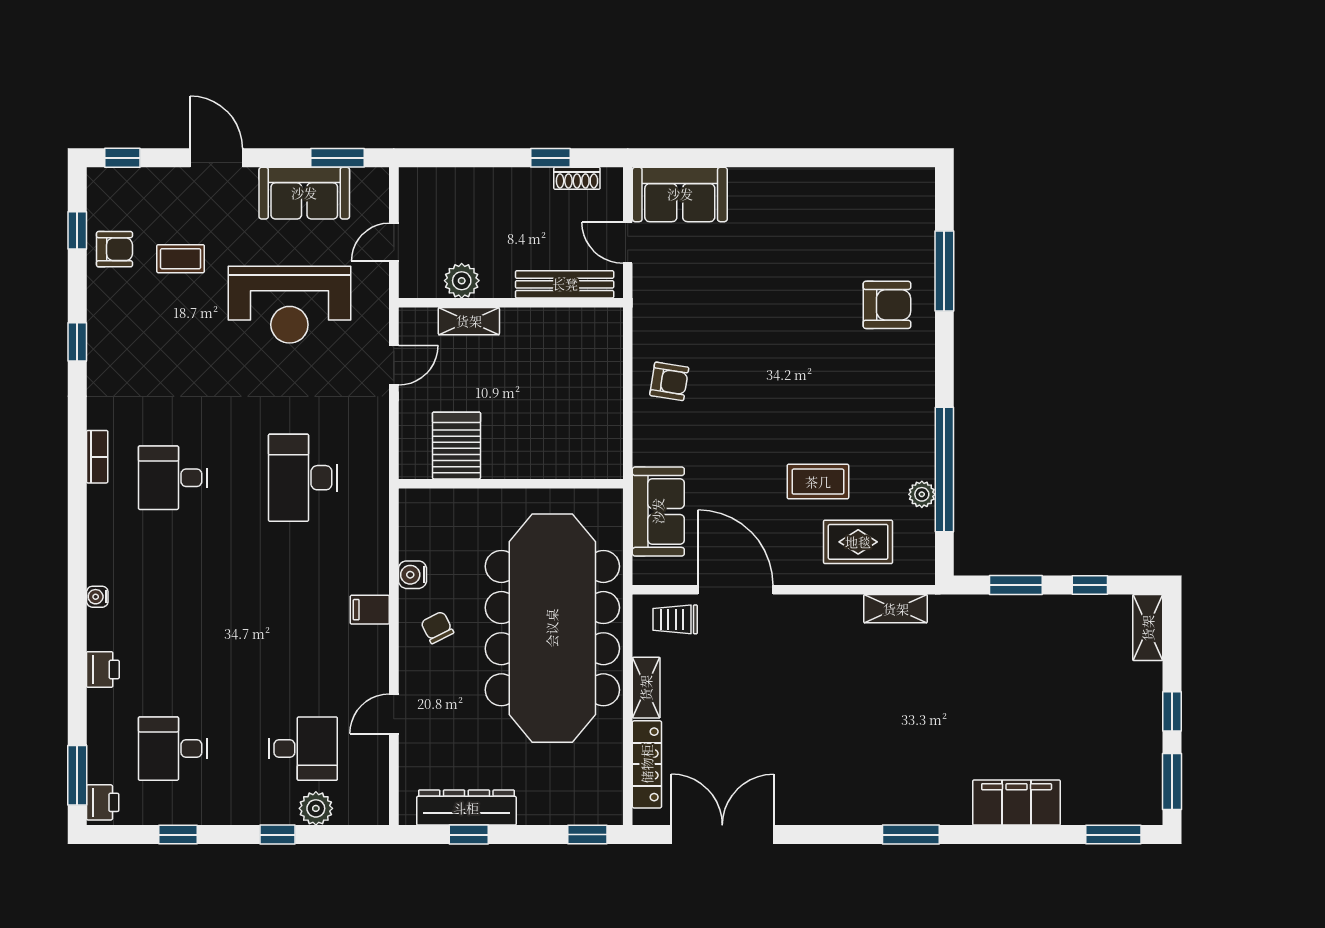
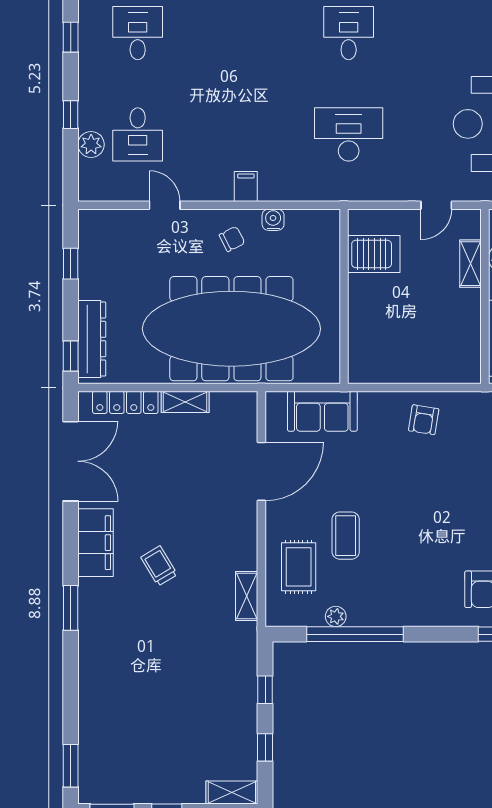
door: (394, 365) -> (436, 205), hinge flipped
window: (1016, 585) -> (265, 690), width x0.67
trolley: (675, 619) -> (159, 566), moved, turned -31
filing cabinet: (1017, 803) -> (96, 543), moved
dresser: (466, 808) -> (92, 339), moved

